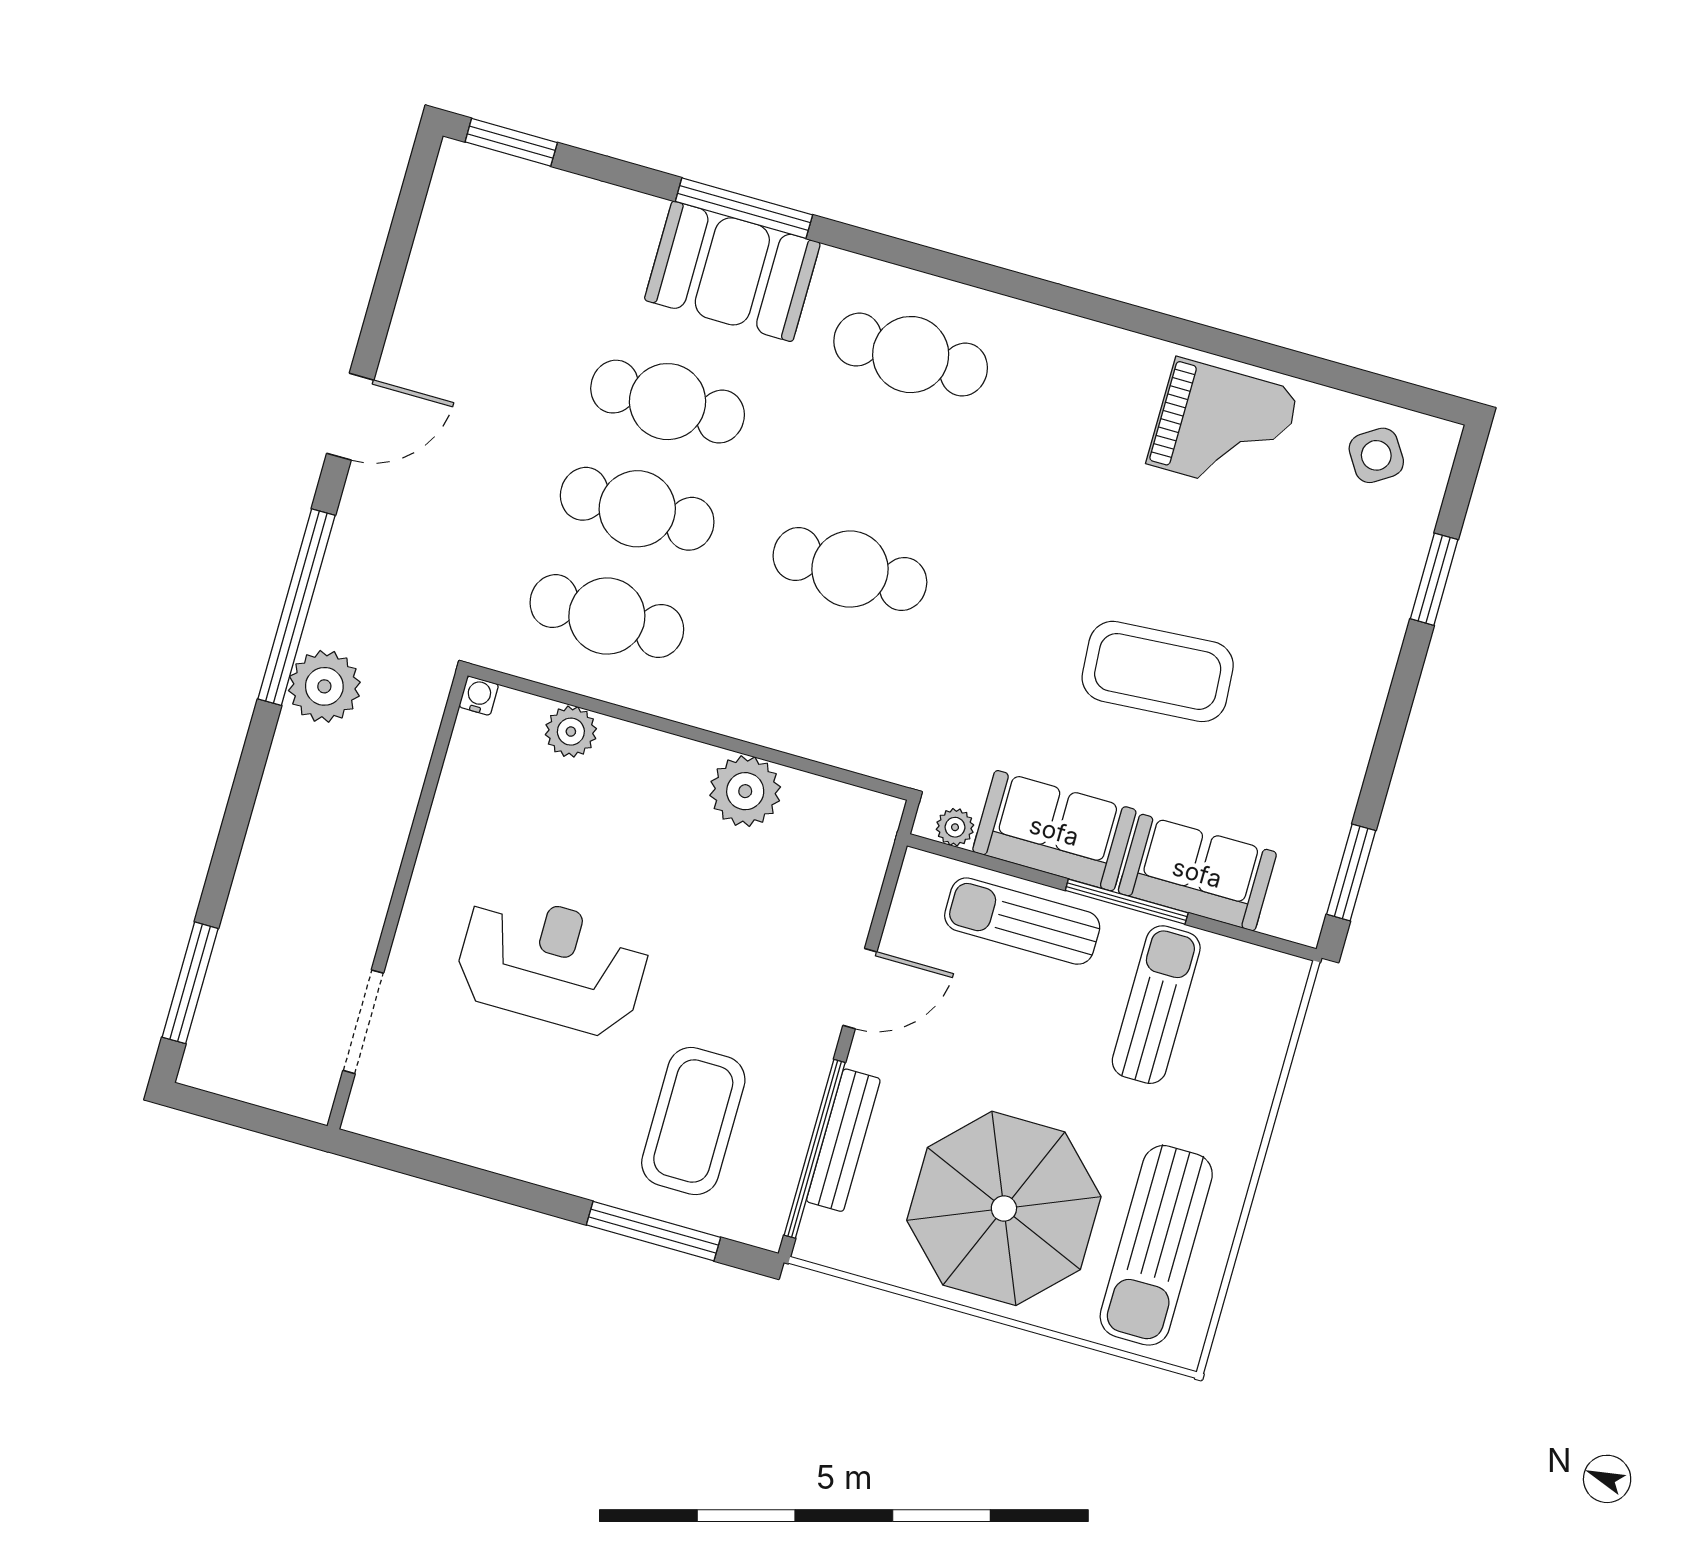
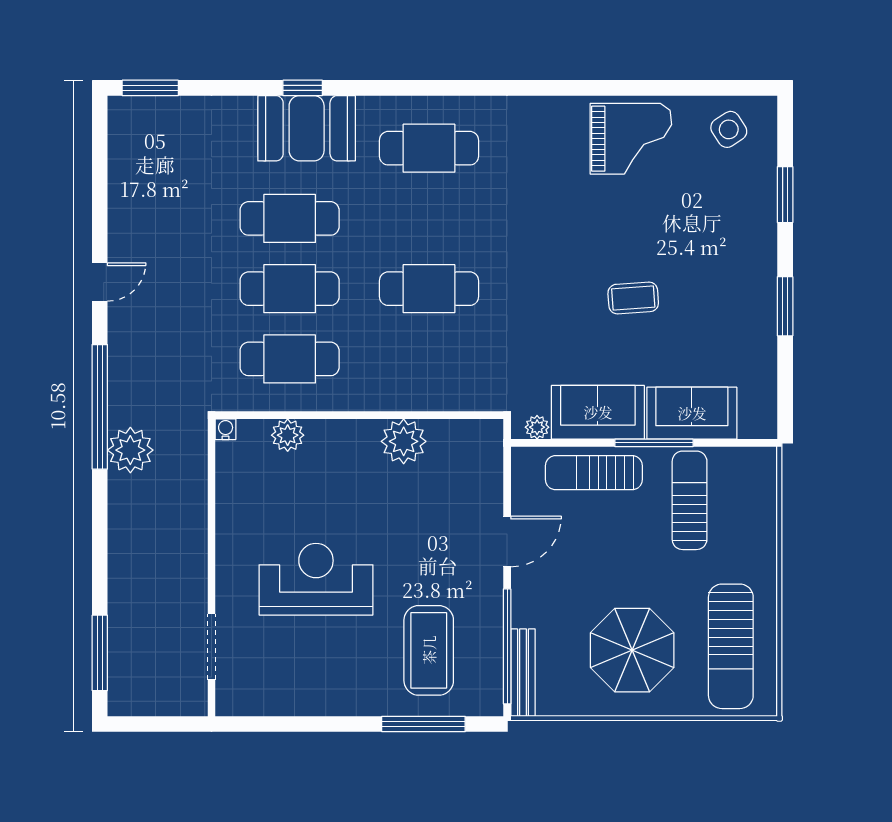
window: (744, 208) -> (303, 88), width x0.46
door: (350, 417) -> (100, 282), width x0.73
coffee table: (1158, 671) -> (633, 298), width x0.54, depth x0.58
window: (1351, 872) -> (785, 306), moved
bench: (843, 1140) -> (523, 673), moved
parasol: (1004, 1208) -> (632, 650), width x0.73, depth x0.73

